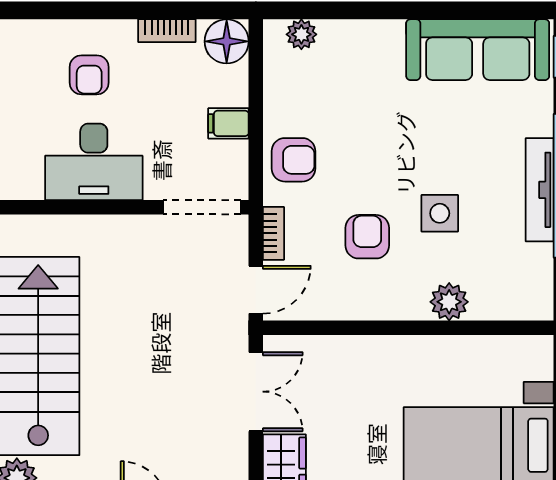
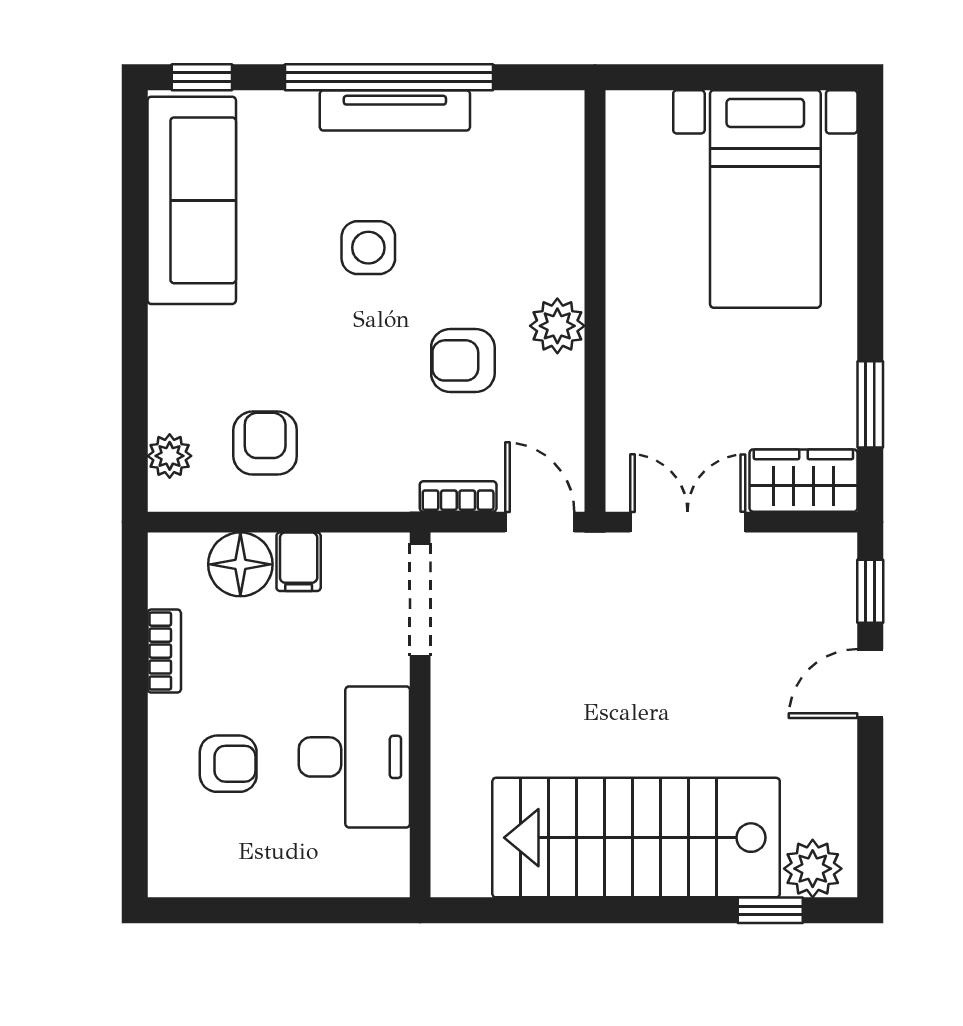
floor lamp: (227, 41) -> (240, 564), moved
armchair: (294, 160) -> (265, 443), moved
side table: (440, 213) -> (368, 248), moved
plant: (449, 302) -> (557, 326), moved

